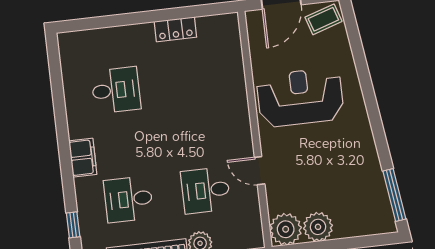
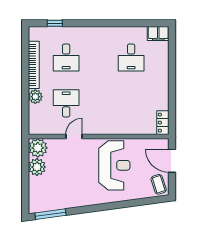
locker: (175, 29) -> (163, 123), moved
filing cabinet: (83, 158) -> (158, 33), moved
desk: (128, 199) -> (66, 57), turned 180

